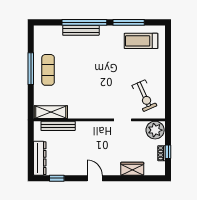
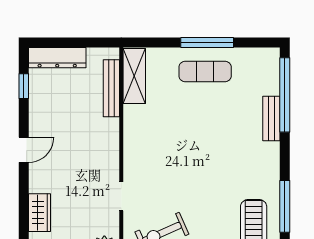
window: (84, 22) -> (285, 95), moved
bench: (81, 30) -> (271, 118), width x0.73

